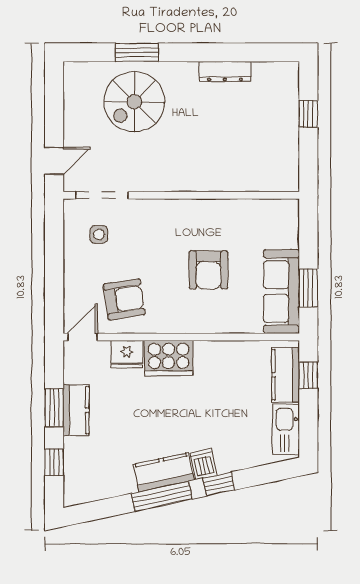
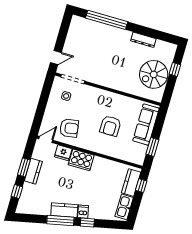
window: (137, 52) -> (107, 20), width x2.11
spiral stairs: (134, 102) -> (154, 74), moved
sofa: (281, 292) -> (146, 125), moved

